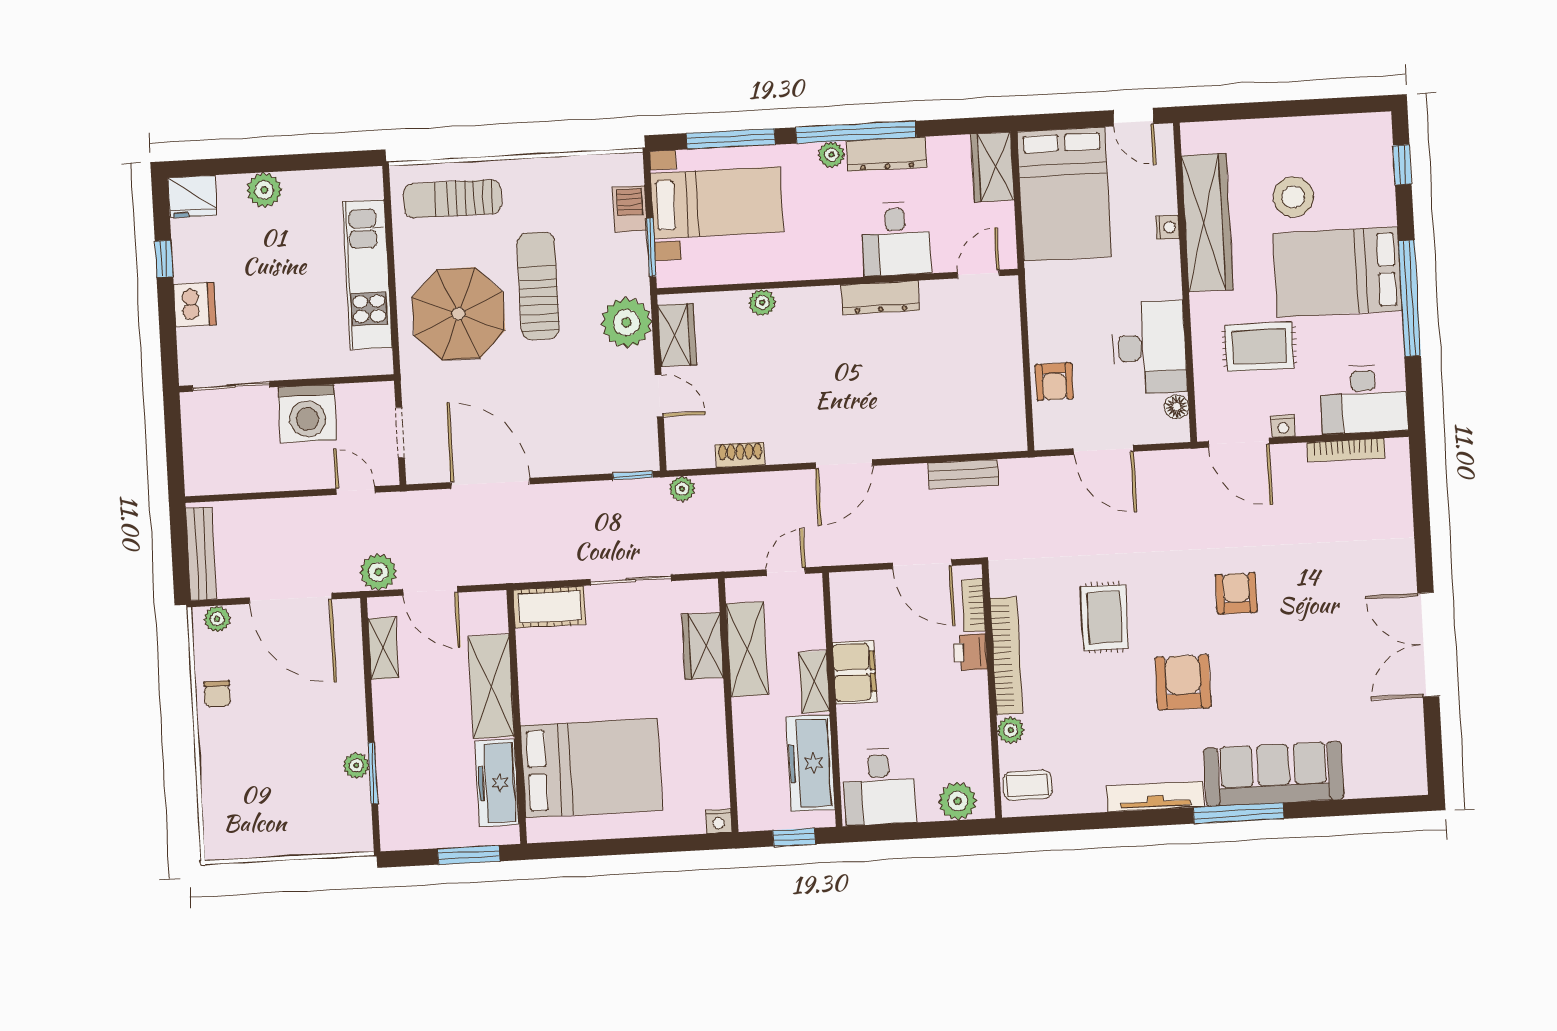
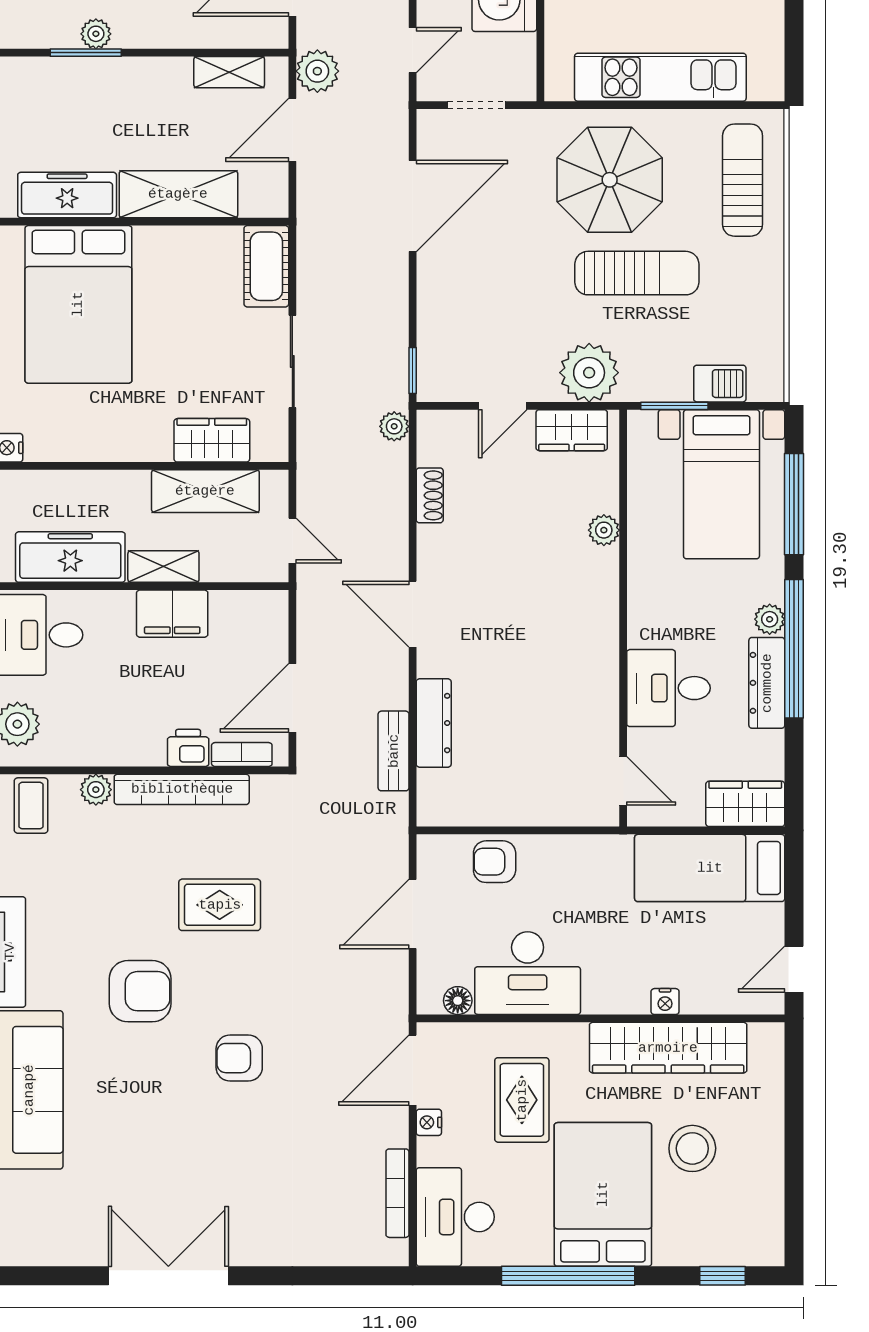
bed: (1064, 194) -> (710, 868), width x0.67
dresser: (880, 298) -> (434, 723), moved, turned 180
armchair: (1236, 593) -> (239, 1058), turned 180

